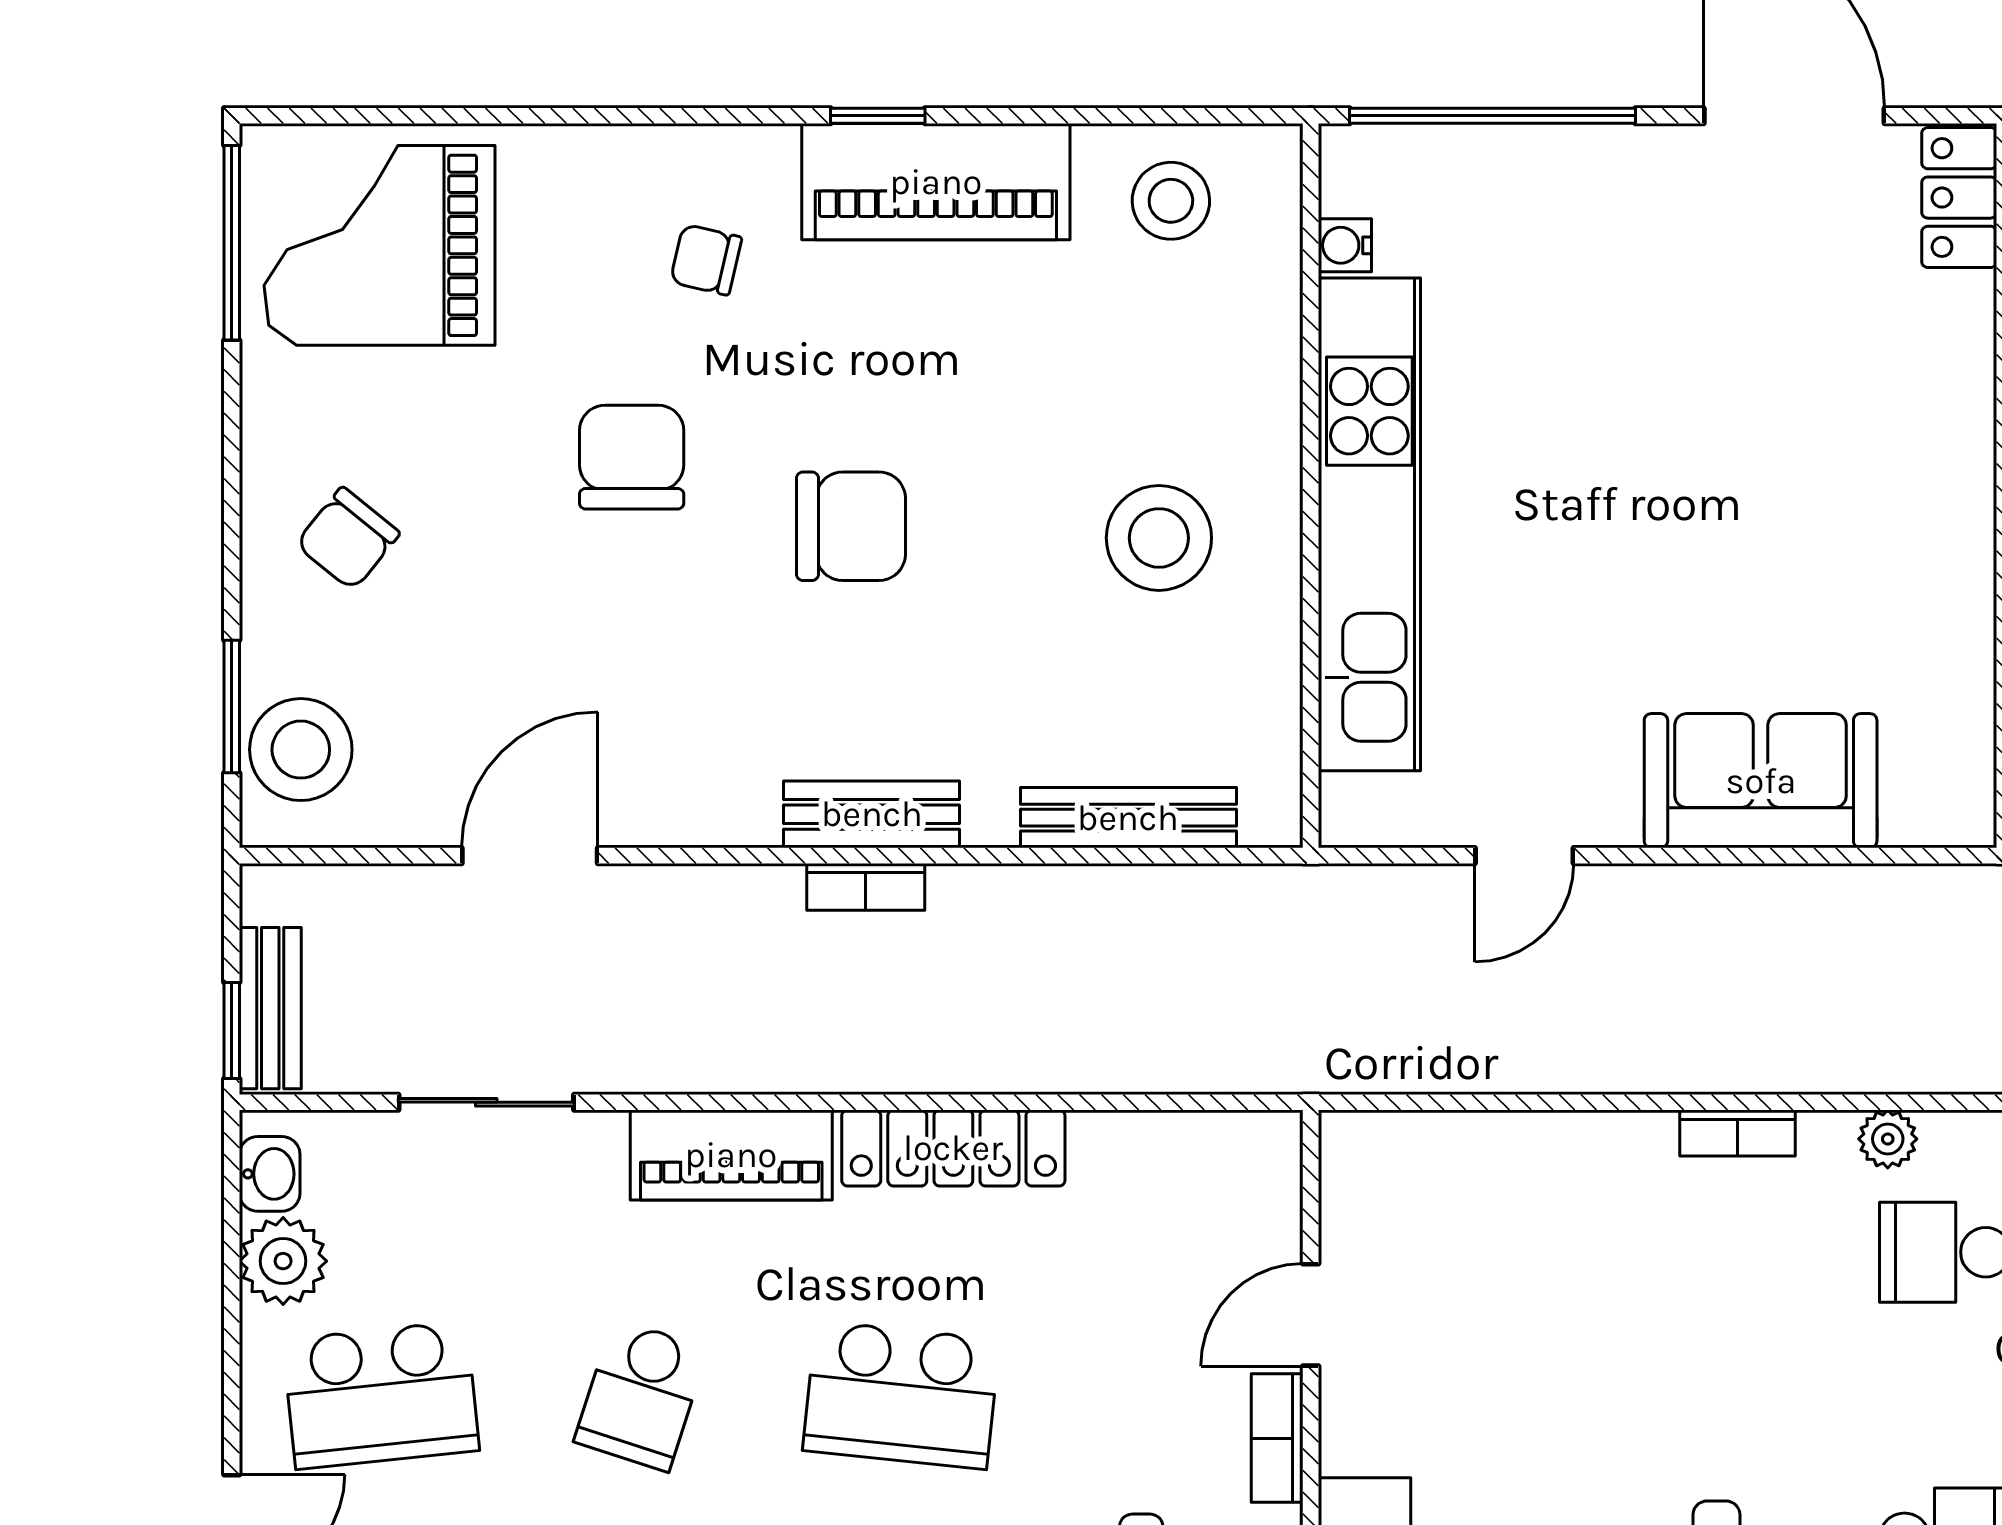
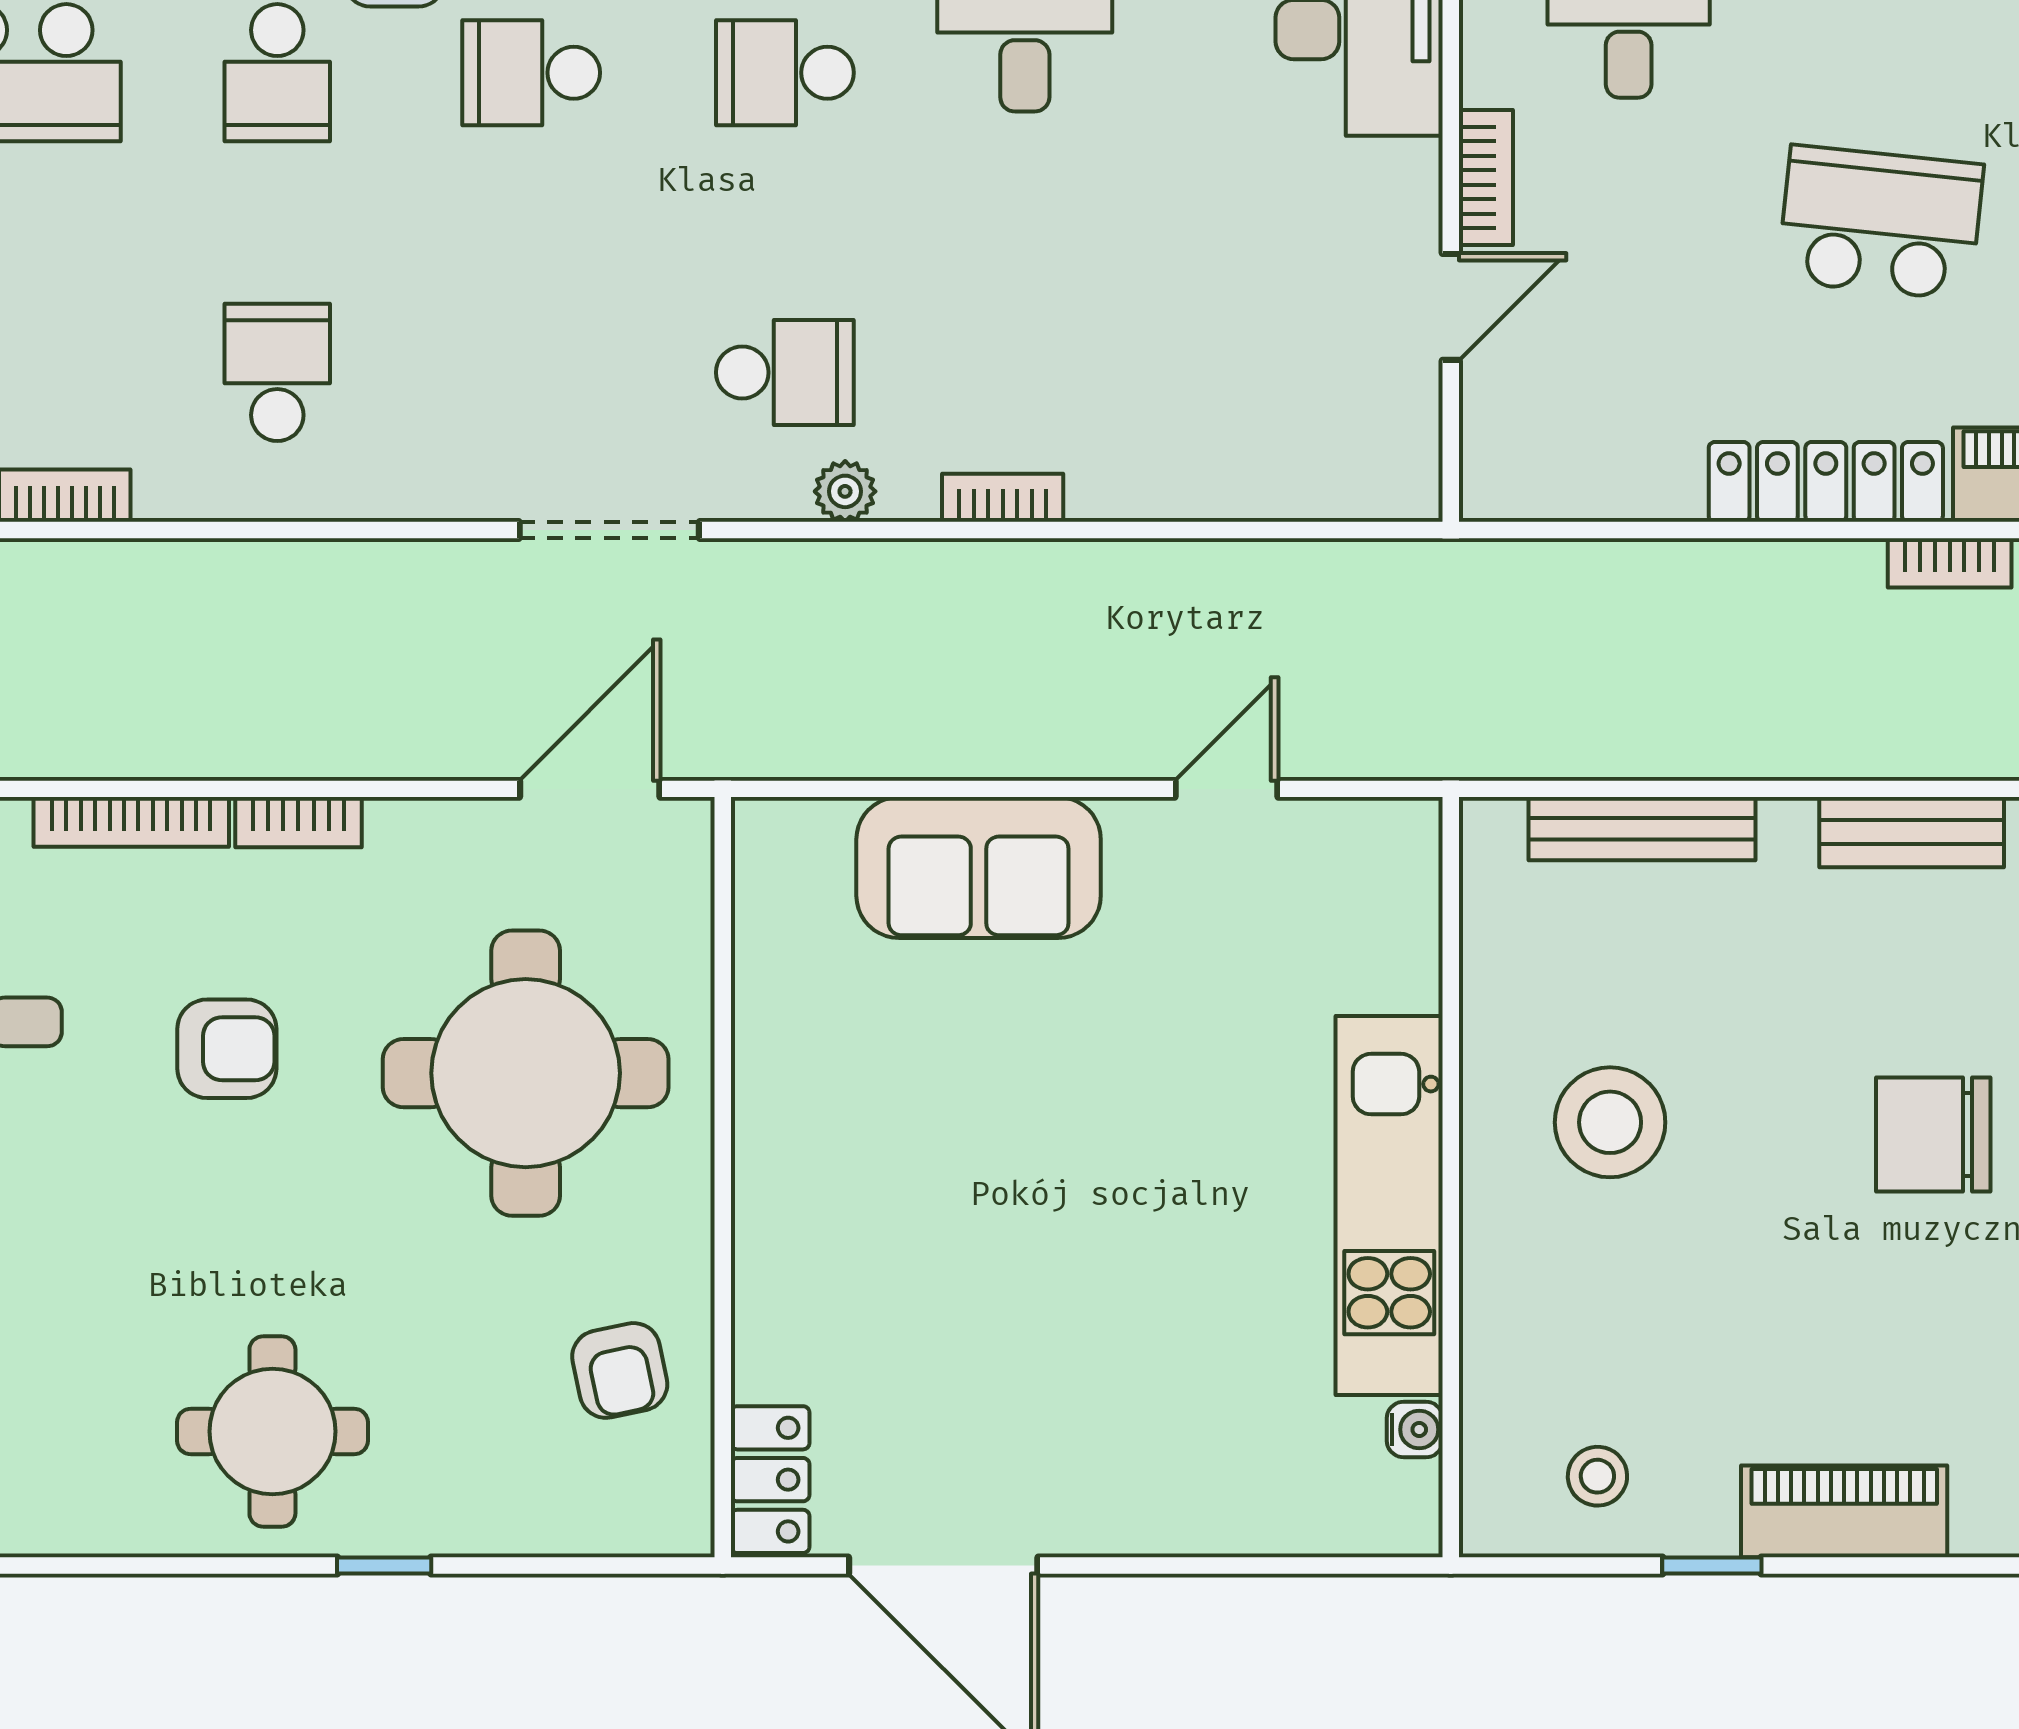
window: (878, 116) -> (1712, 1565), moved
window: (1493, 116) -> (1260, 1565), removed
piano: (936, 182) -> (1844, 1511), width x0.73, depth x0.75
stool: (1171, 201) -> (1597, 1476), width x0.73, depth x0.73
kitchen unit: (1369, 524) -> (1389, 1205), width x0.73
bookcase: (866, 887) -> (1950, 563), moved, turned 180

